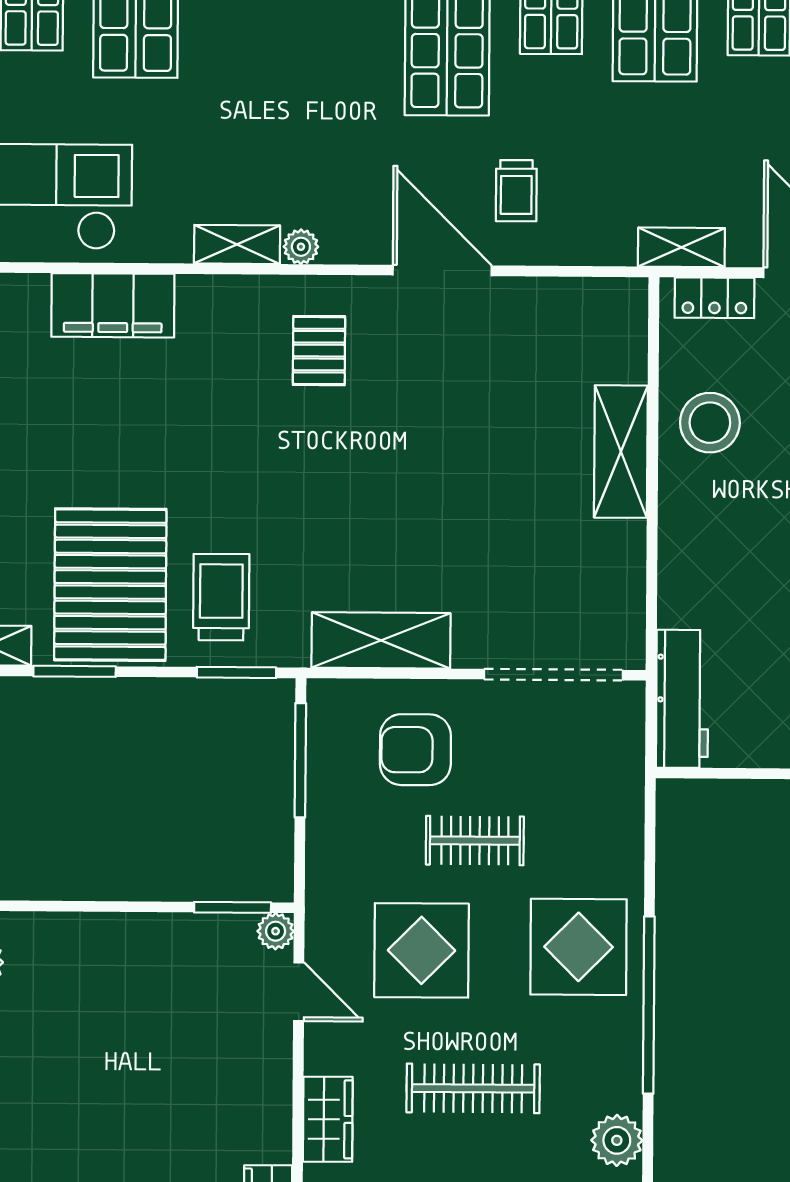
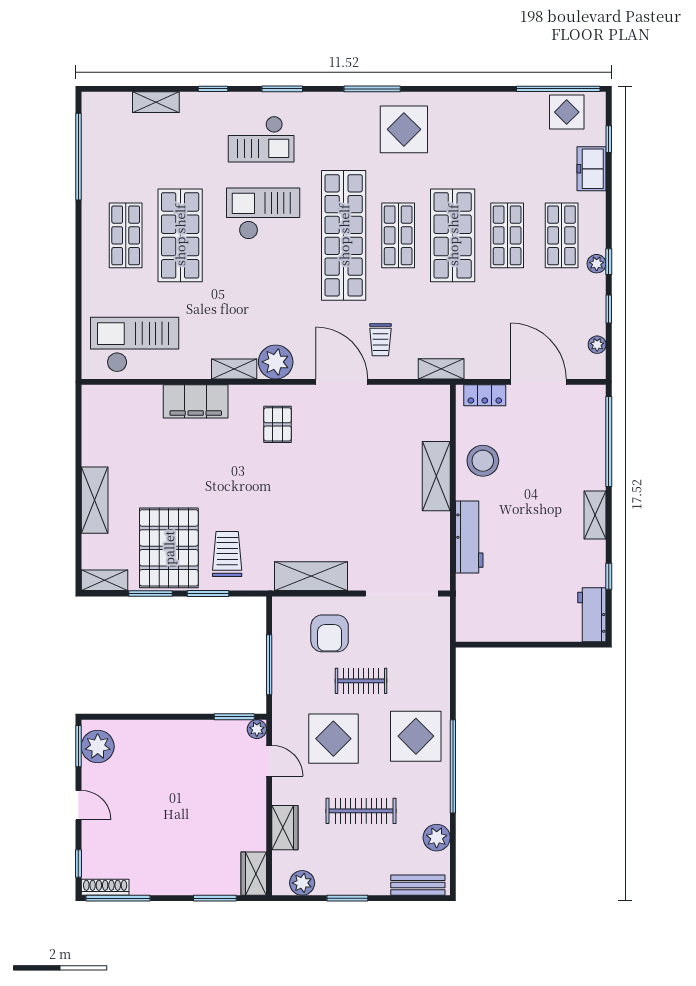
plant: (301, 247) -> (276, 362), width x1.87, depth x1.87
shelving: (681, 247) -> (441, 369), moved
filing cabinet: (113, 305) -> (196, 401), moved
window: (236, 672) -> (208, 594), moved
workbench: (682, 699) -> (469, 537), moved
armchair: (415, 750) -> (330, 633), turned -90
window: (300, 760) -> (269, 665), moved

